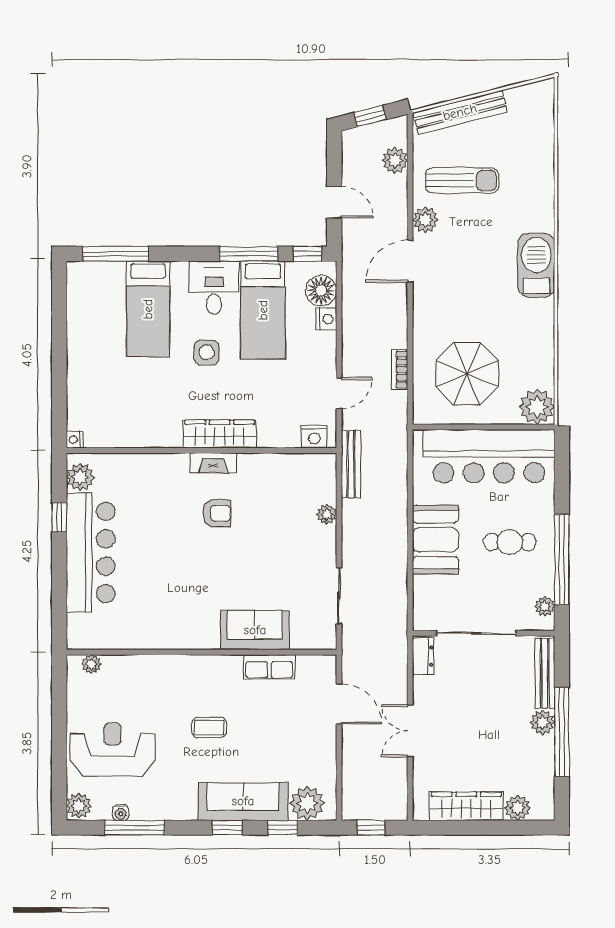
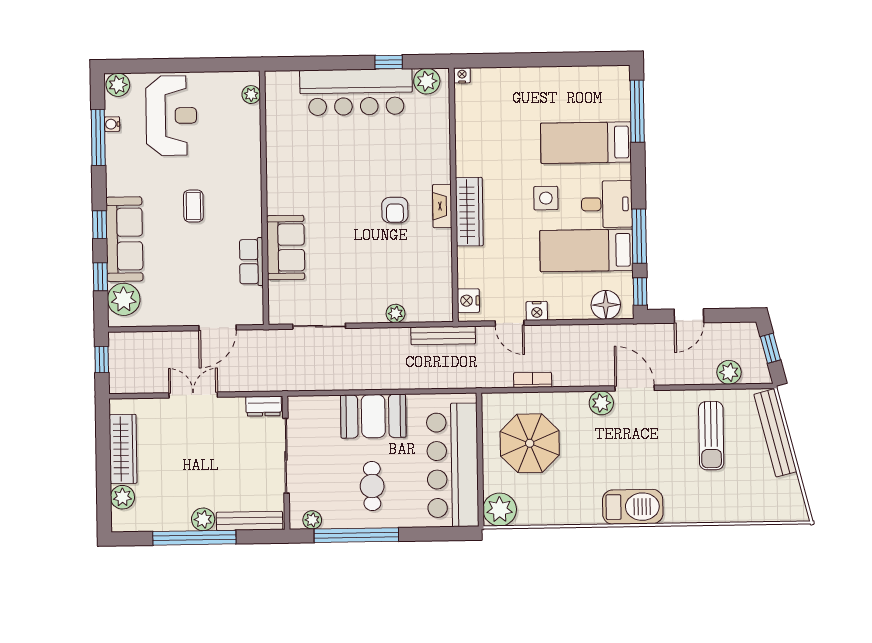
plant: (425, 220) -> (601, 403), moved
nightstand: (326, 319) -> (537, 311), moved

